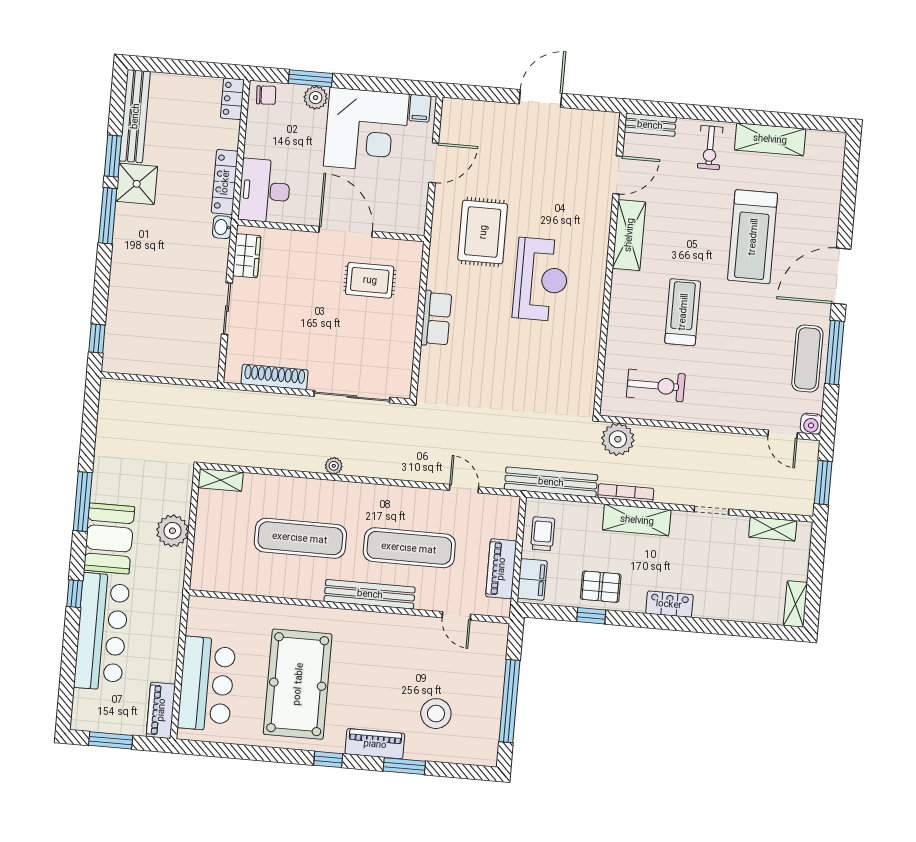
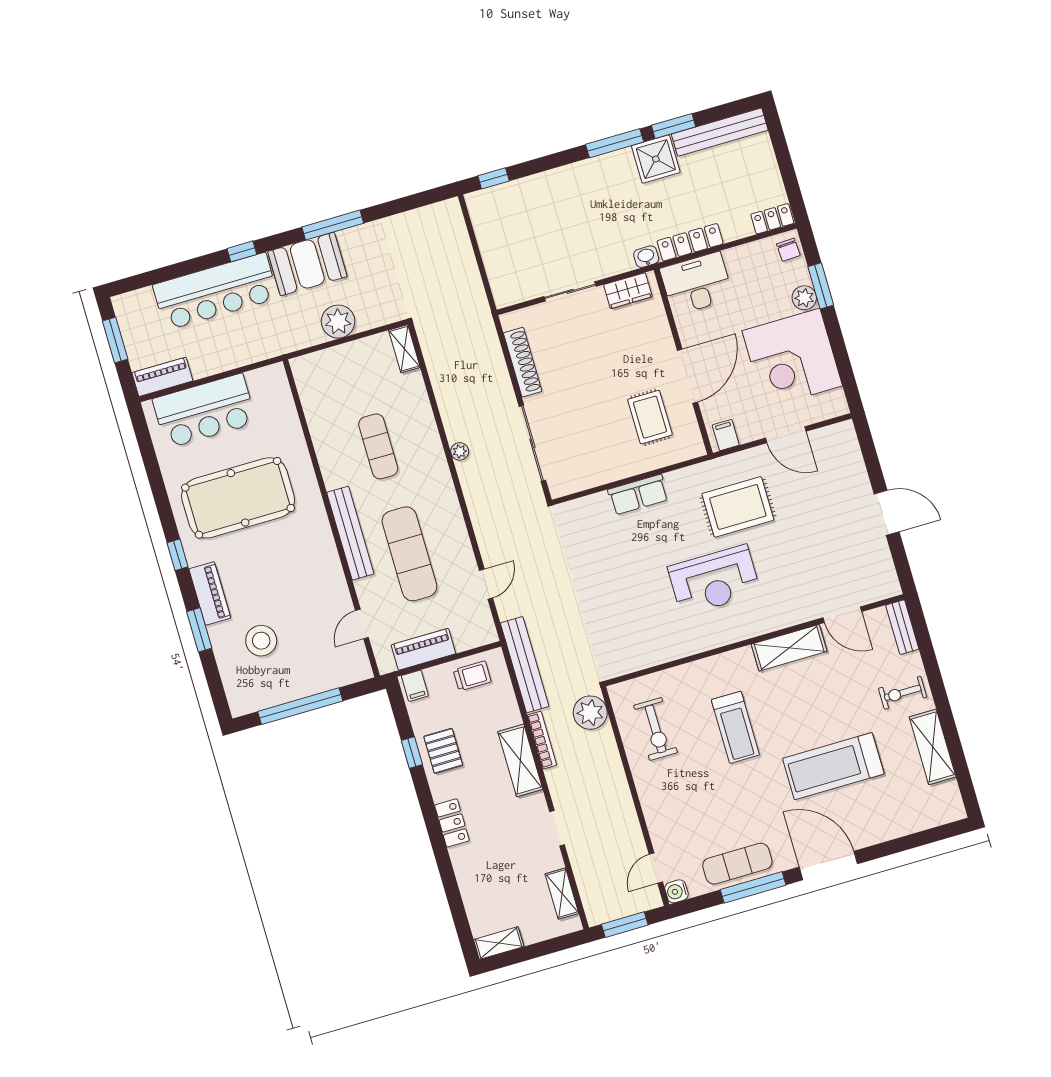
filing cabinet: (420, 108) -> (726, 435), moved, turned 90
treadmill: (683, 312) -> (735, 727), turned 90
exercise mat: (300, 538) -> (378, 446), width x0.73, depth x0.69
filing cabinet: (532, 579) -> (415, 686), width x0.50

